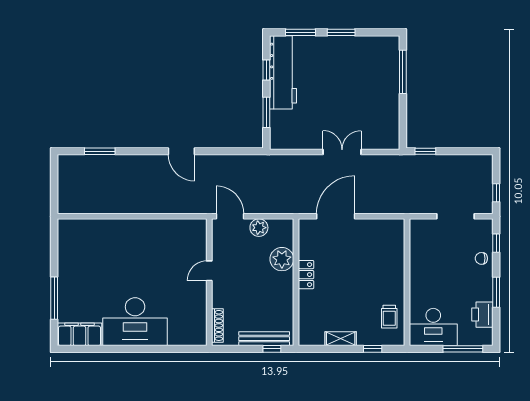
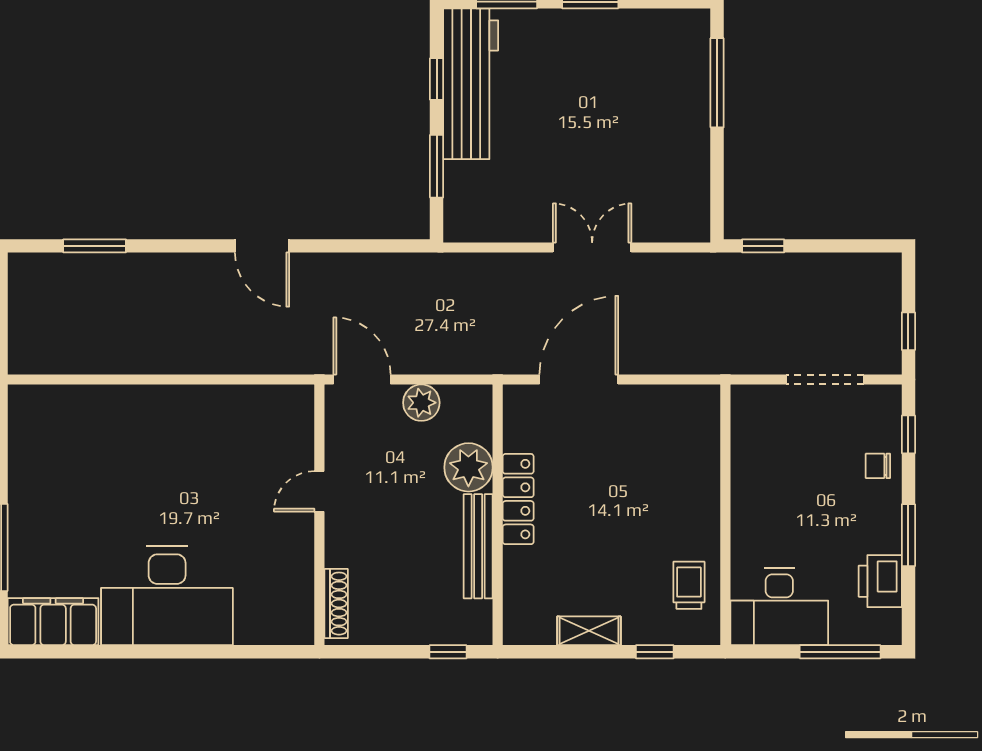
locker: (306, 275) -> (518, 499), width x1.53
trolley: (389, 317) -> (689, 585), turned 180
bench: (264, 339) -> (478, 546), moved, turned 90

